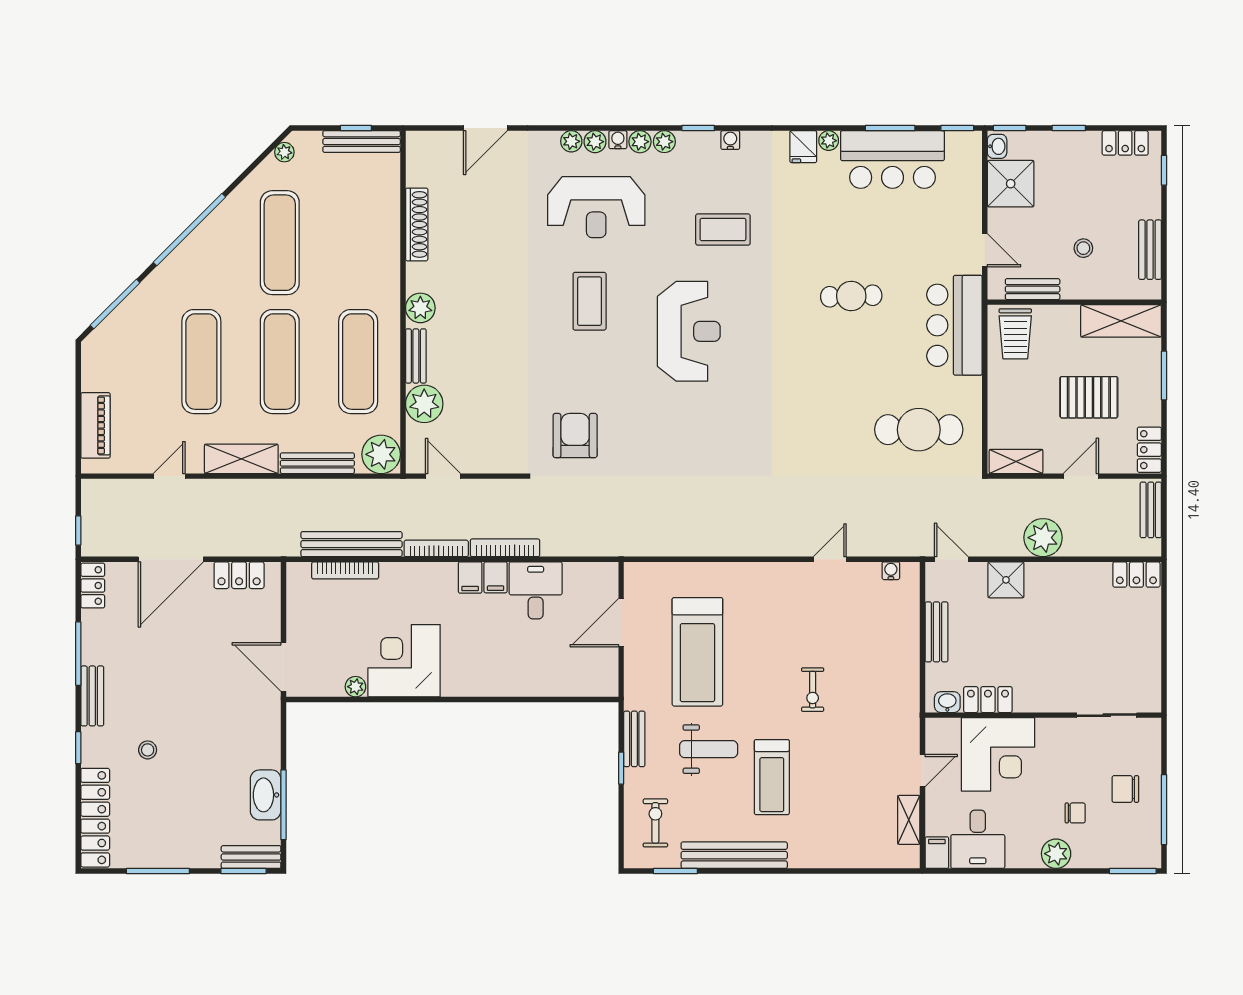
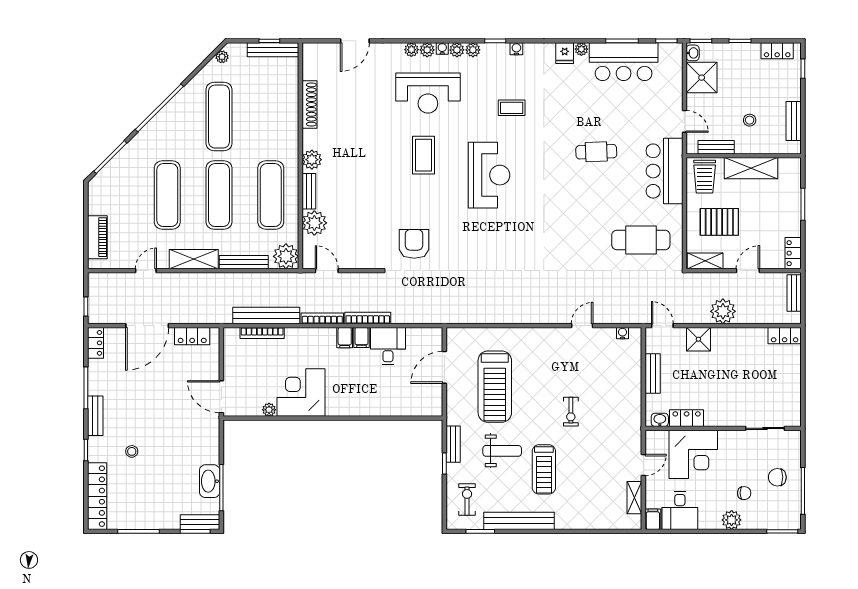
coffee table: (723, 230) -> (512, 108), width x0.73, depth x0.77
shelving: (1121, 321) -> (751, 168), moved
pallet: (1089, 397) -> (719, 222), moved

